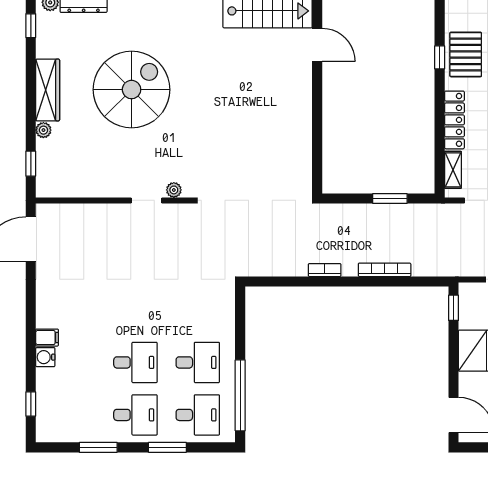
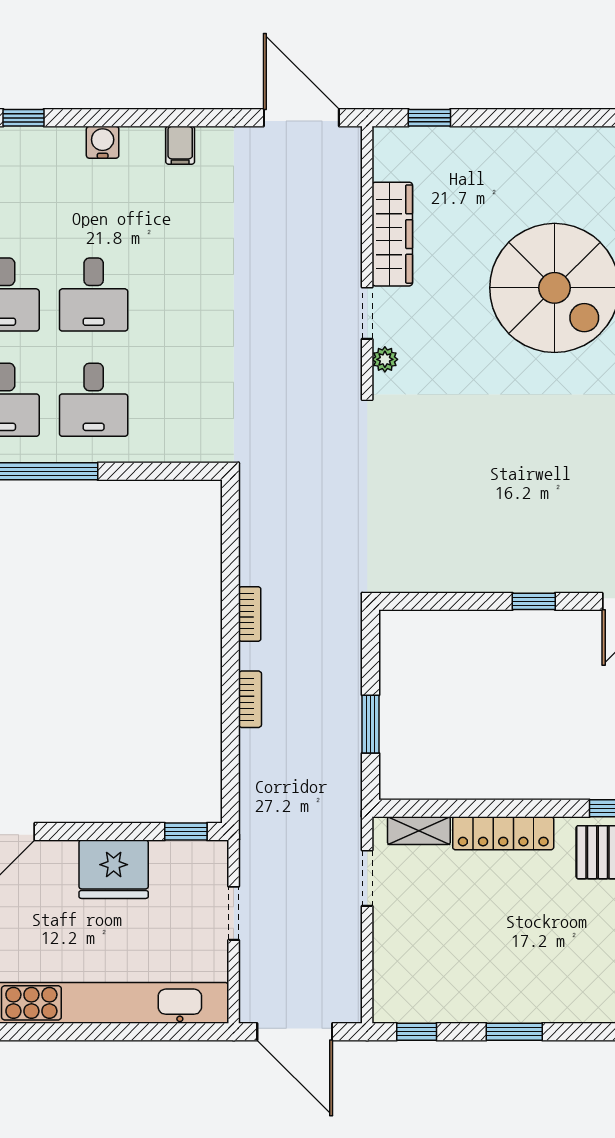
wardrobe: (48, 90) -> (392, 234), moved, turned -90
window: (317, 102) -> (534, 601), added
plant: (43, 130) -> (486, 139), removed
bookcase: (385, 270) -> (250, 699), width x0.64
filing cabinet: (47, 338) -> (180, 145), moved

